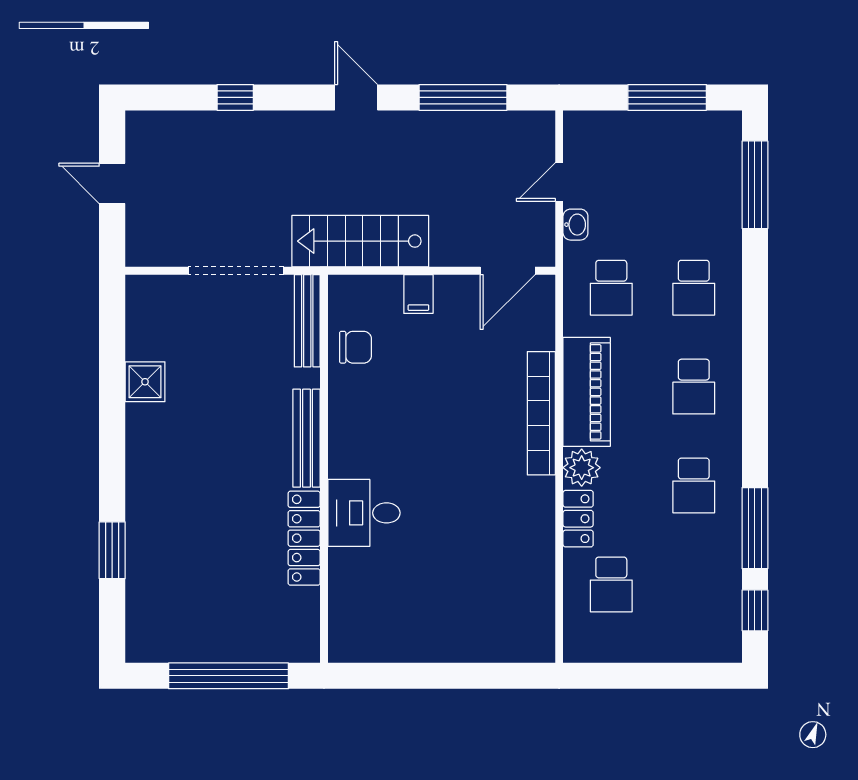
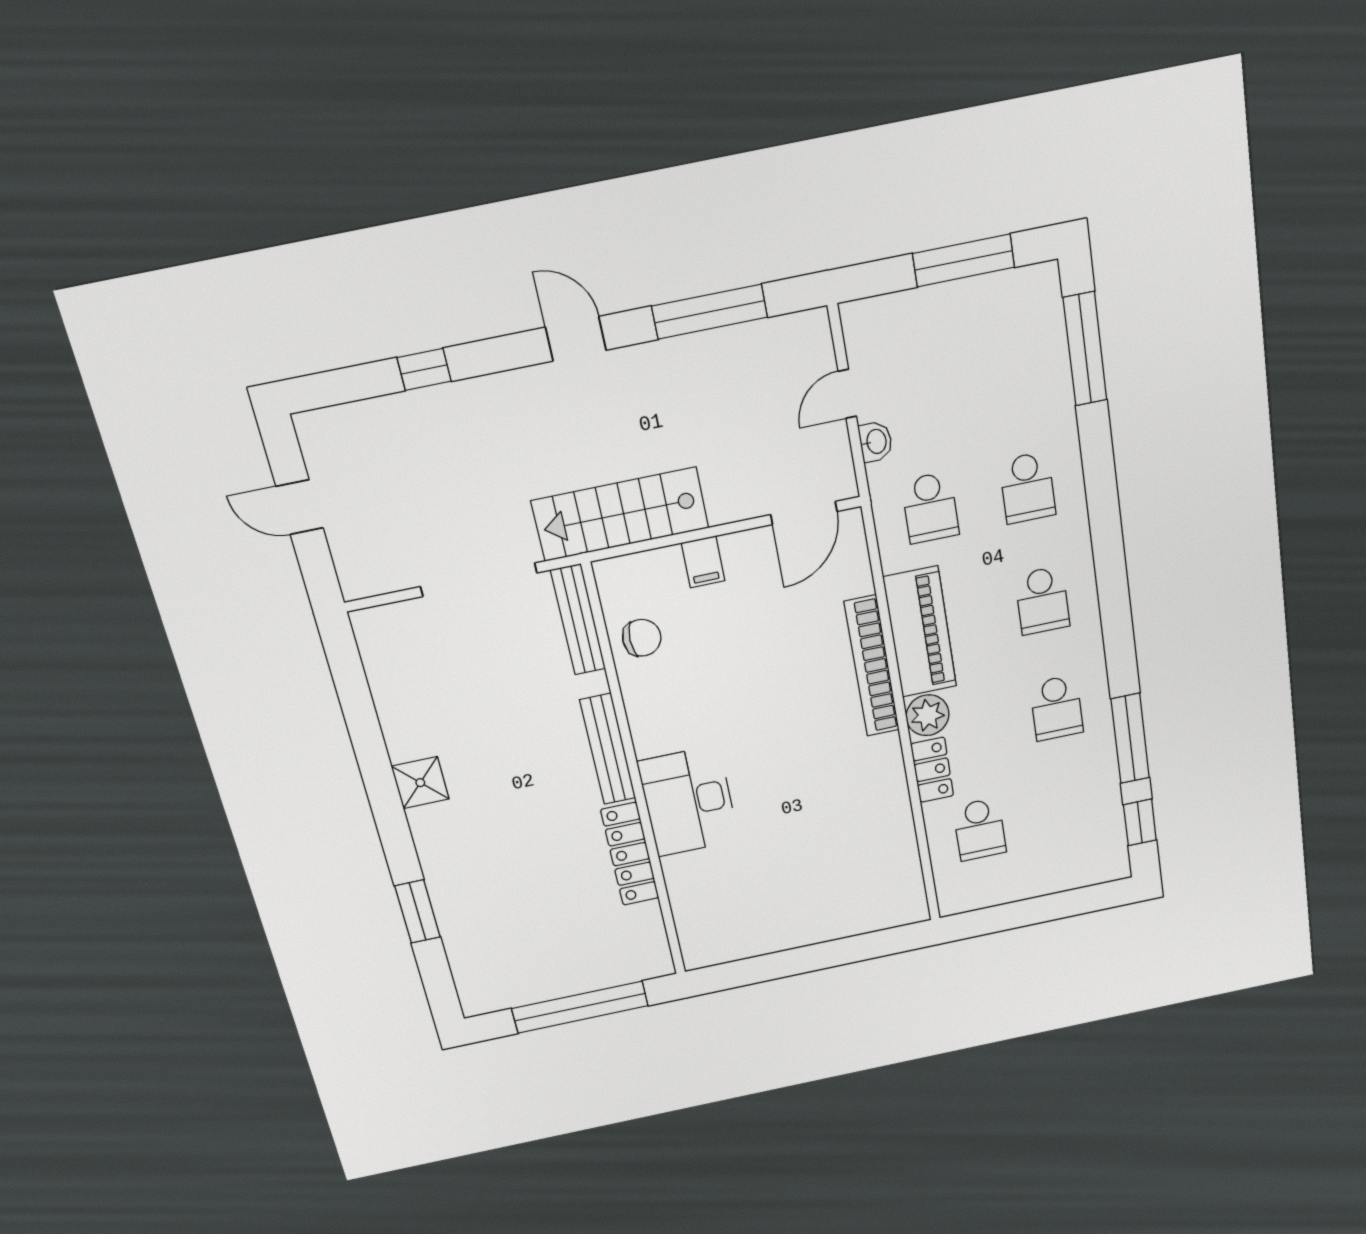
shower: (145, 382) -> (420, 783), moved
desk: (364, 513) -> (688, 801), width x1.37

